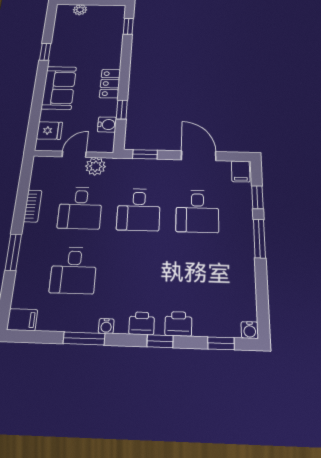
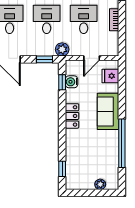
window: (45, 52) -> (122, 143), width x3.17
window: (122, 109) -> (62, 82), moved
plant: (96, 166) -> (62, 49), moved

